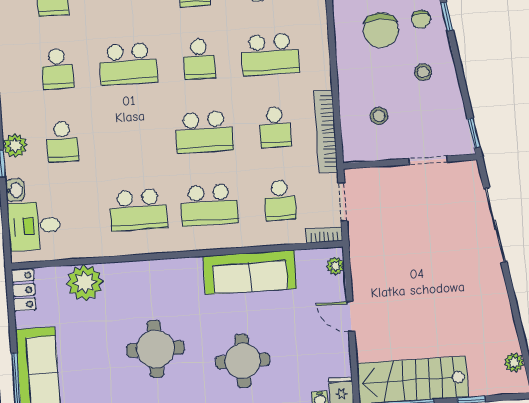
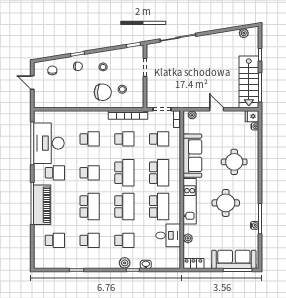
chair: (381, 30) -> (103, 92), moved
school desk: (270, 54) -> (90, 139), width x0.54
school desk: (133, 137) -> (124, 207), added
desk: (34, 226) -> (168, 235), moved, turned -90
kitchen unit: (154, 273) -> (190, 201), added
plant: (85, 283) -> (188, 238), width x0.53, depth x0.53
door: (351, 316) -> (217, 109), swing flipped

